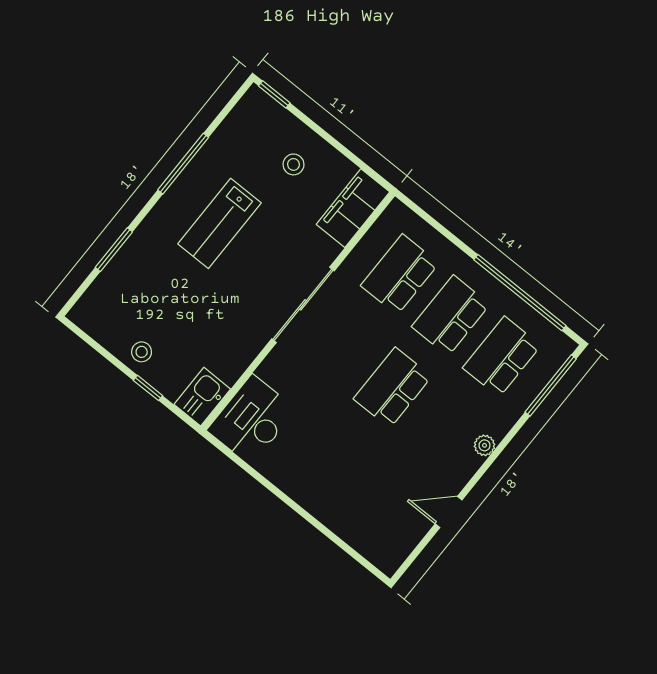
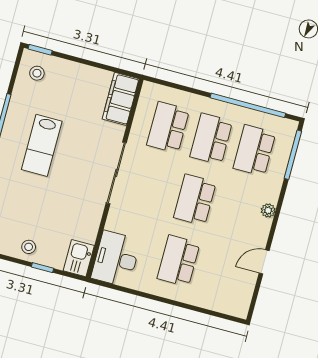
stool: (293, 164) -> (37, 73), moved
school desk: (334, 460) -> (179, 261), added

